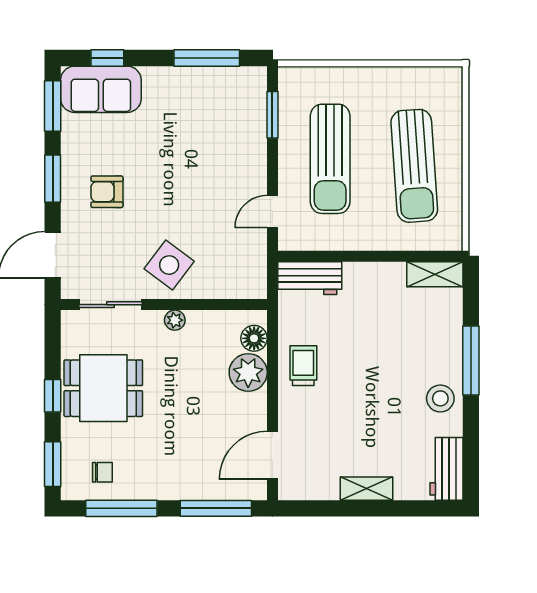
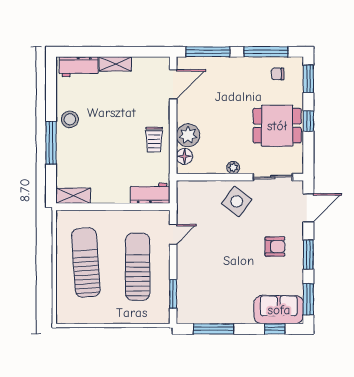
workbench: (447, 469) -> (78, 67), moved, turned 90

